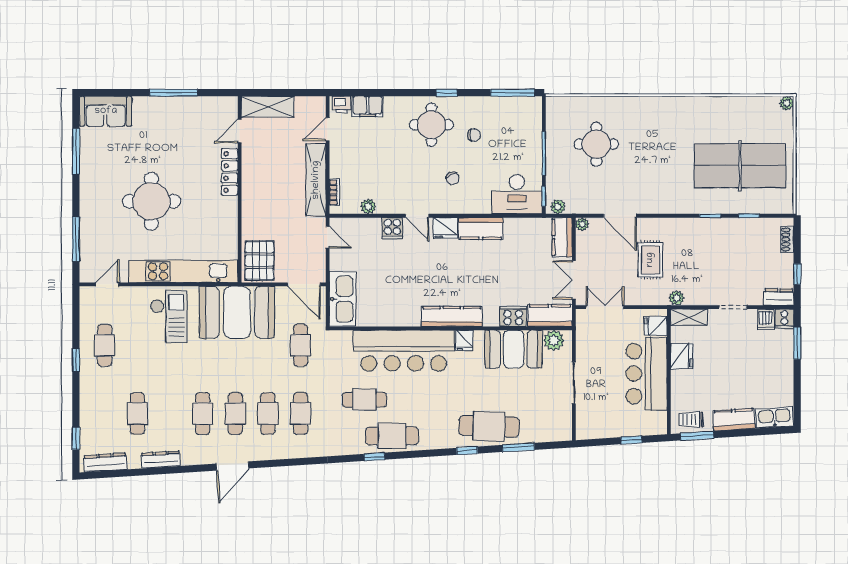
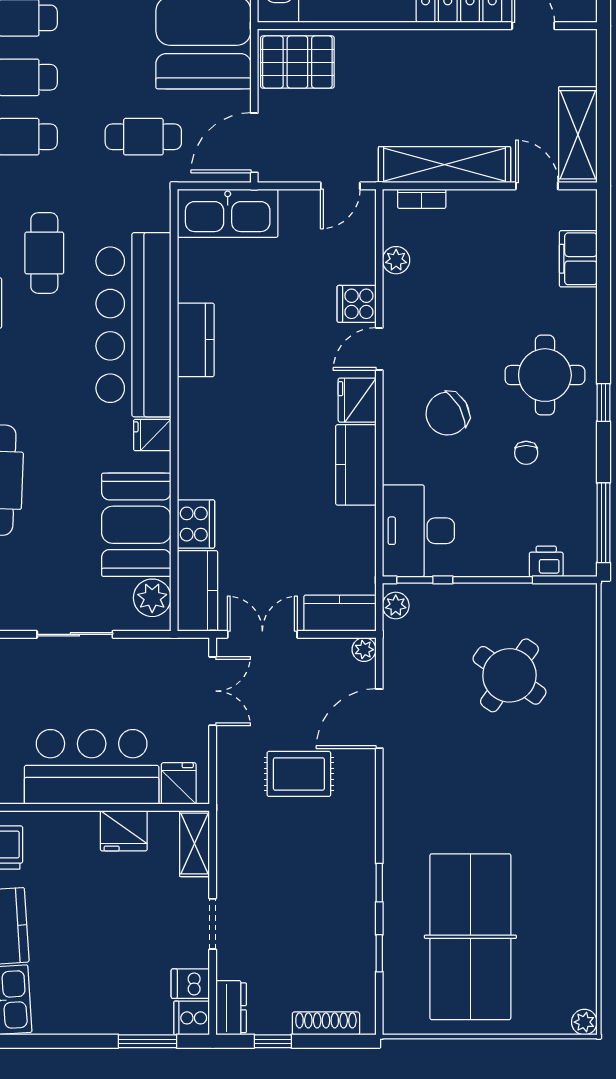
printer: (341, 105) -> (546, 561), moved, turned 90
shelving: (268, 107) -> (578, 135), moved
round table: (596, 144) -> (509, 675), turned 35
chair: (453, 178) -> (448, 414), width x1.87, depth x1.87
shoe rack: (787, 239) -> (326, 1023), width x1.43
plant: (677, 298) -> (229, 821), removed
kitchen counter: (452, 316) -> (196, 340), moved, width x0.67

